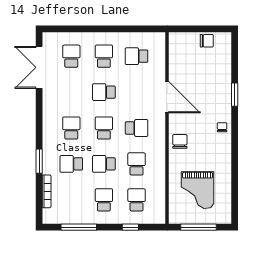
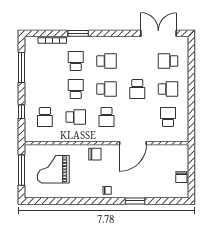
school desk: (71, 56) -> (168, 61), turned 180
school desk: (104, 92) -> (137, 89), turned 180
school desk: (104, 200) -> (45, 89), removed
school desk: (137, 200) -> (45, 117), turned 90

